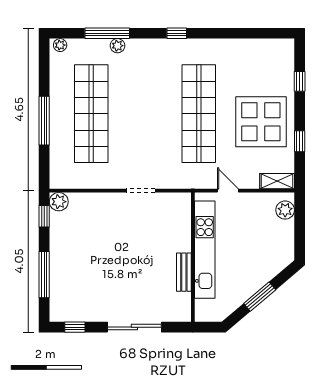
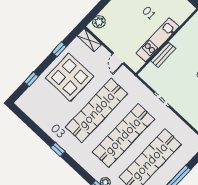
window: (177, 33) -> (58, 149), moved
shop shelf: (145, 114) -> (123, 136), added
kitchen unit: (205, 250) -> (157, 40), width x0.73
bench: (184, 272) -> (163, 55), moved

